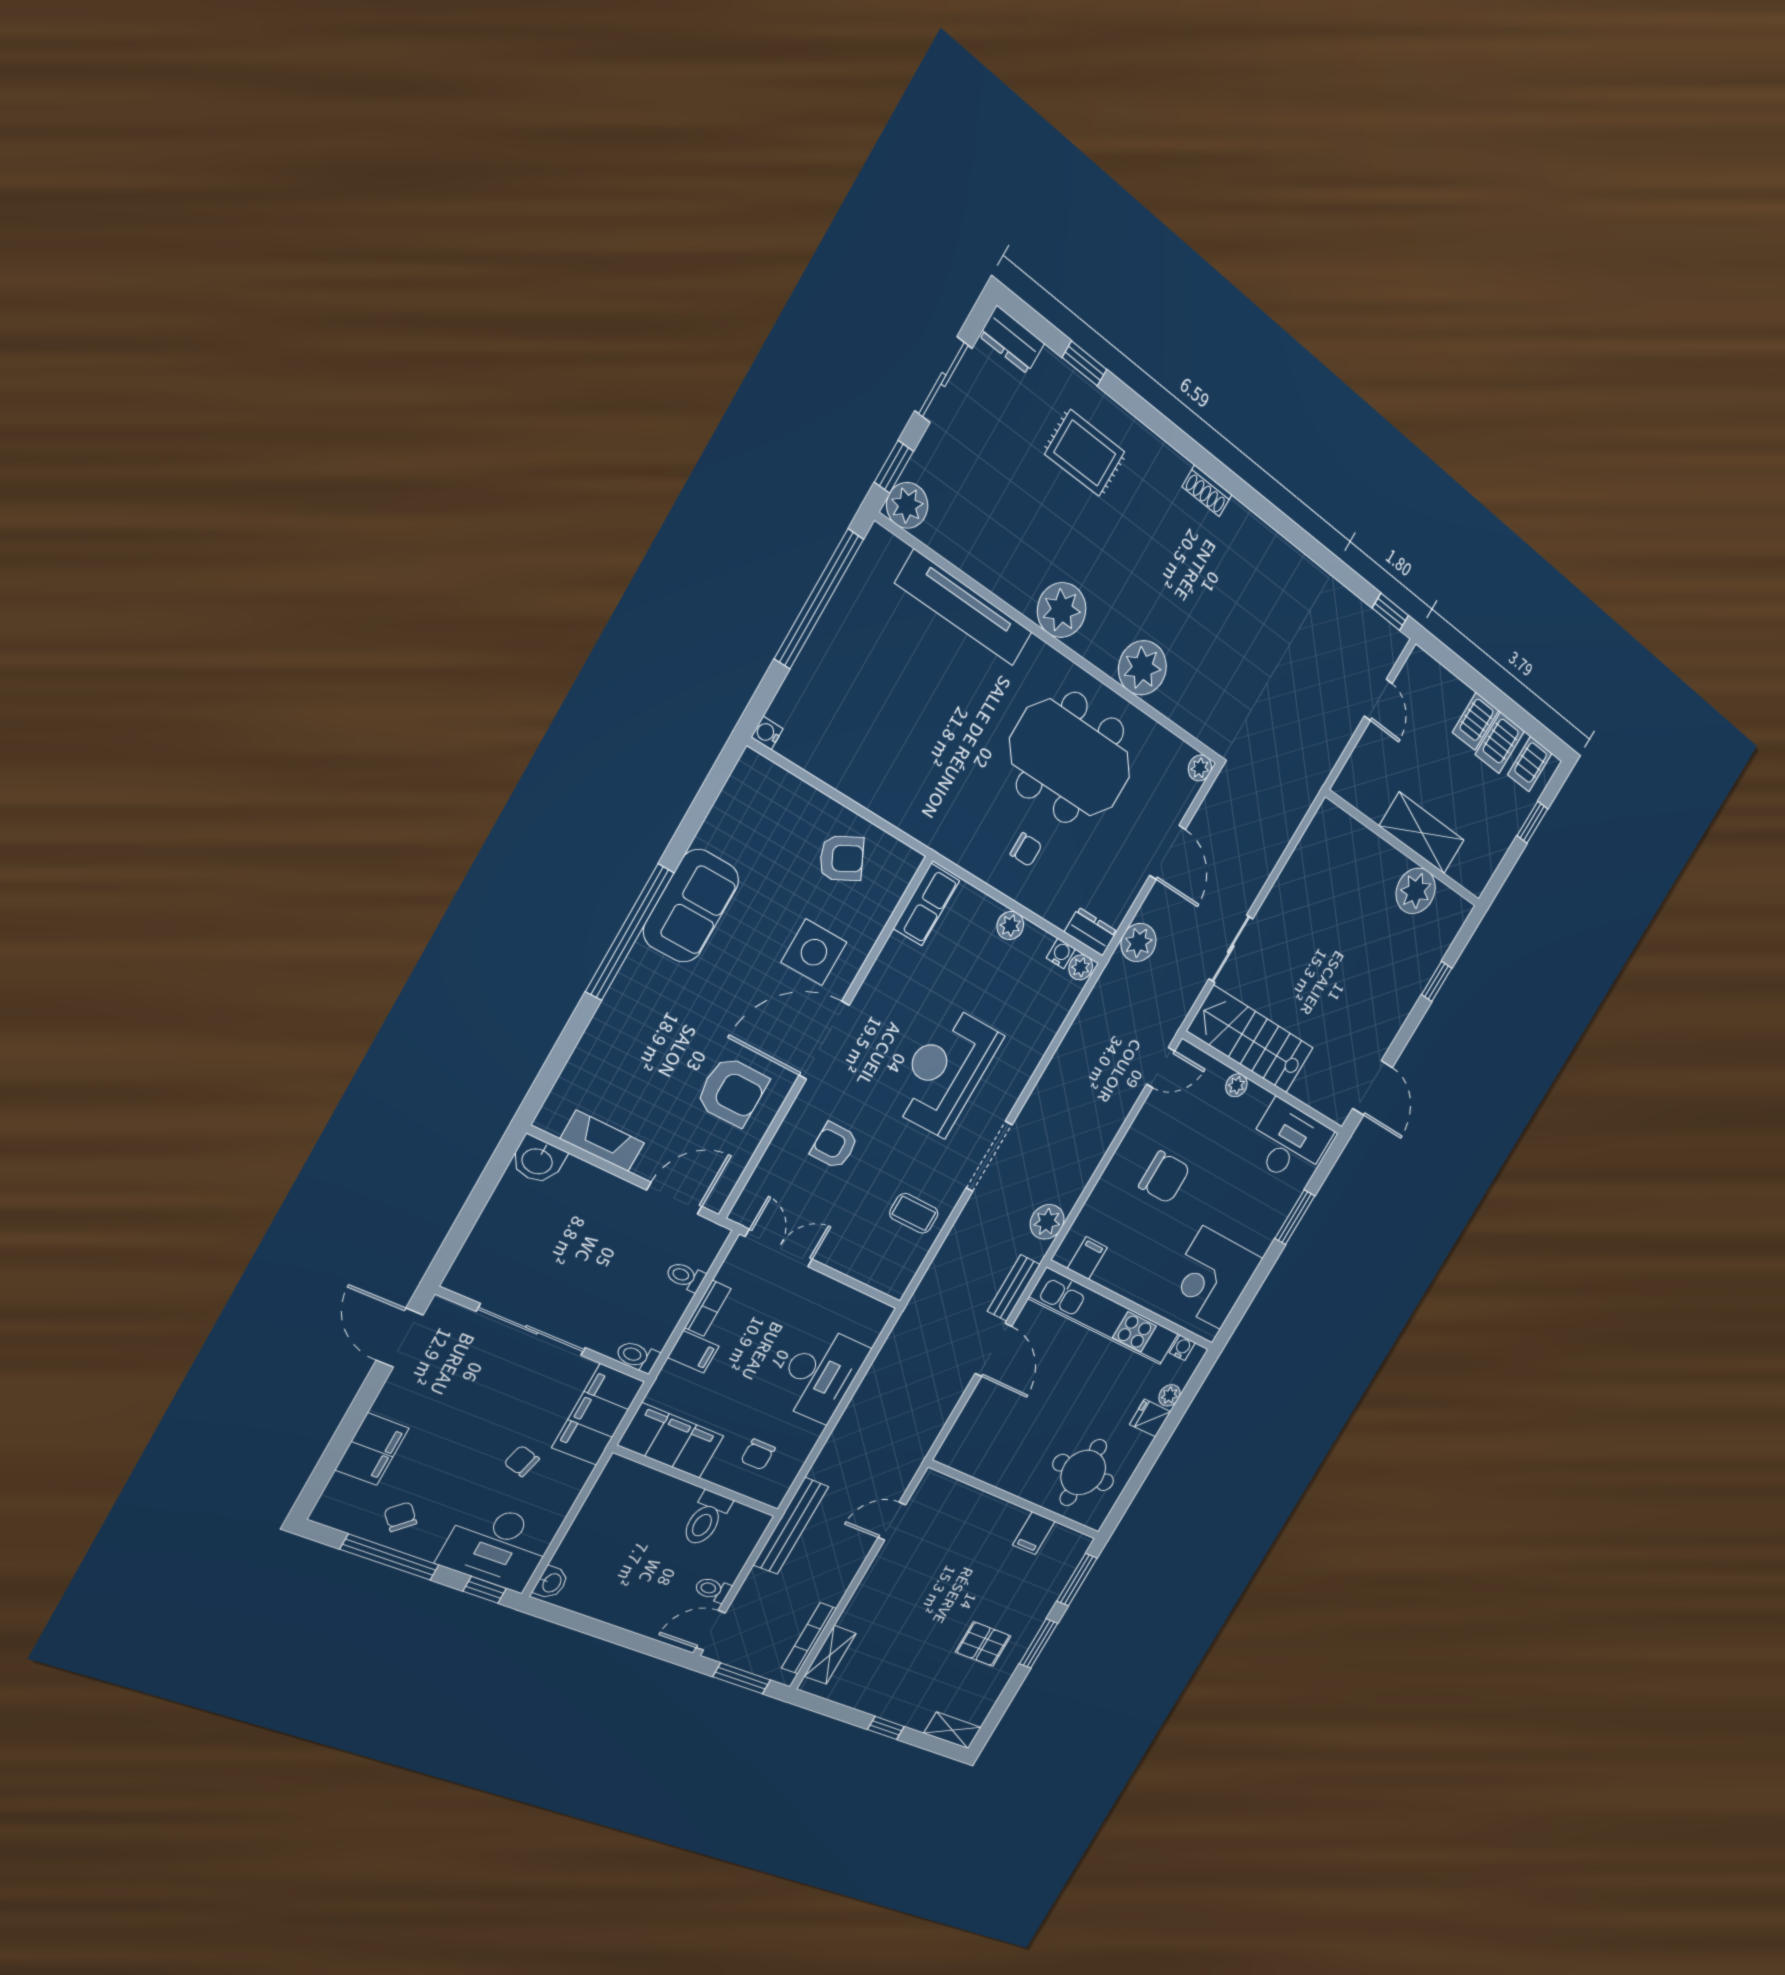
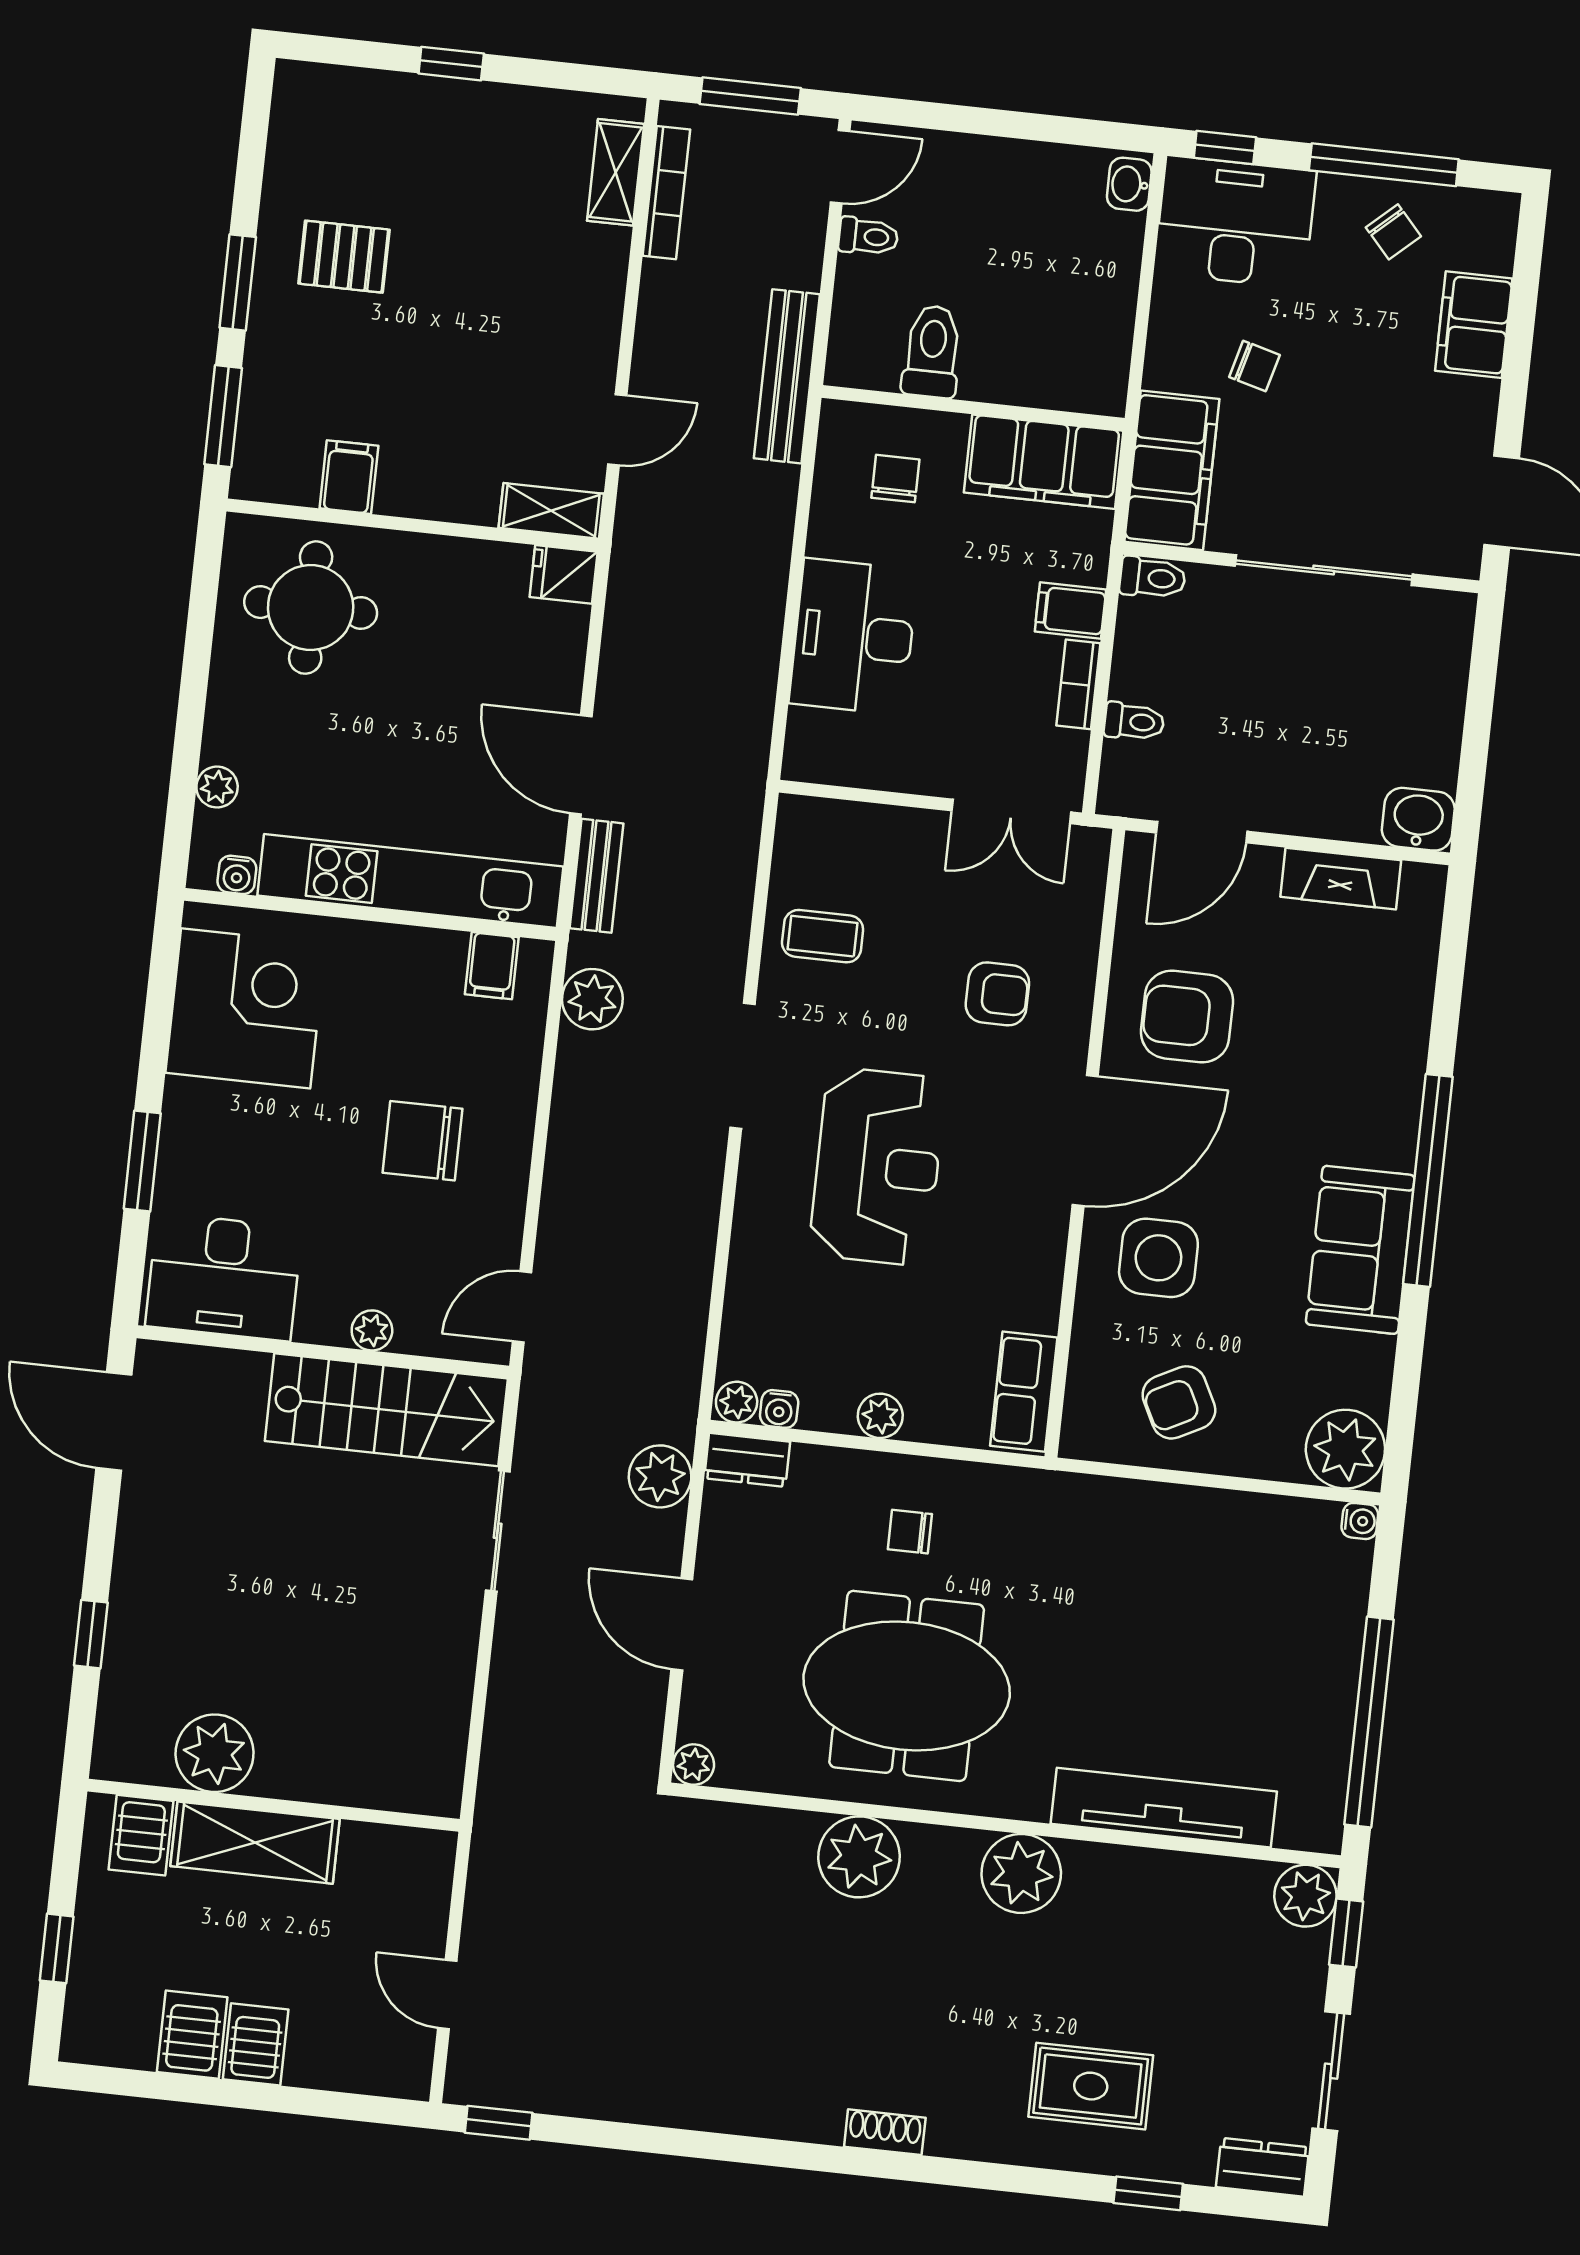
server rack: (1530, 764) -> (141, 1835), moved, turned 180
plant: (756, 783) -> (1345, 1449), added
fridge: (1150, 1418) -> (564, 574), moved, turned 180
shelving: (952, 1730) -> (551, 511), moved

